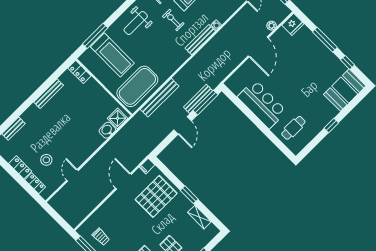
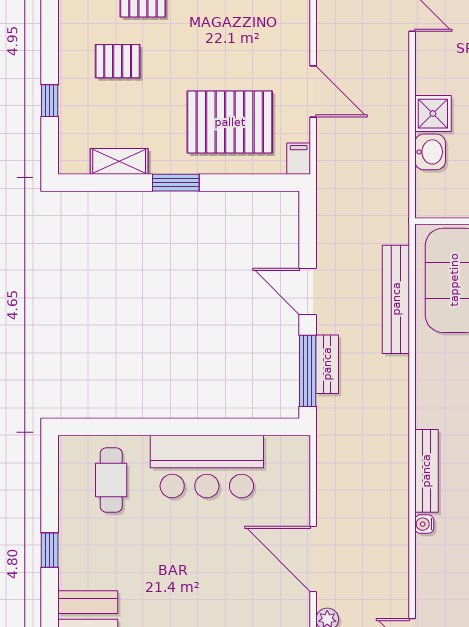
bench: (198, 99) -> (327, 364), width x0.73
shower: (118, 118) -> (433, 114), moved
pallet: (156, 196) -> (230, 122), turned 90

